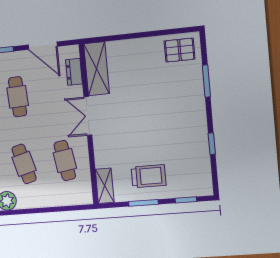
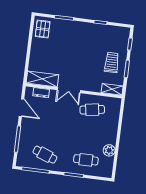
door: (43, 46) -> (21, 108), hinge flipped
cafe table: (18, 97) -> (48, 130), removed
cafe table: (24, 164) -> (89, 135), removed

